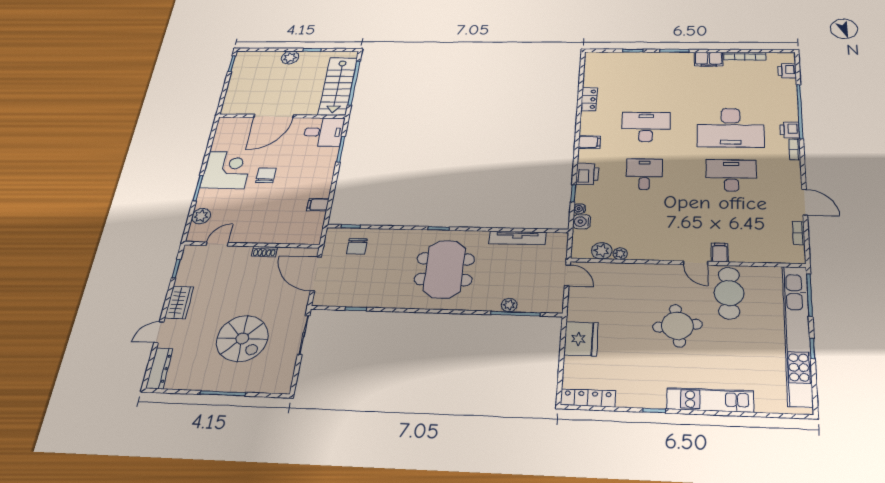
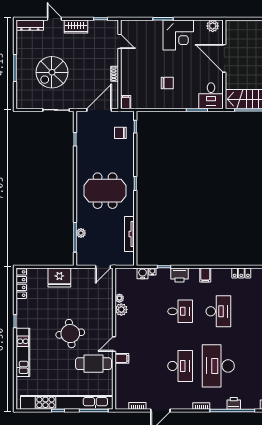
printer: (790, 130) -> (234, 403), moved
chair: (266, 175) -> (167, 83), moved
filing cabinet: (318, 204) -> (126, 102), moved
plant: (201, 216) -> (213, 26), moved
plant: (602, 251) -> (121, 310), moved

